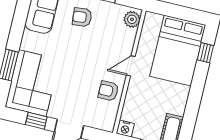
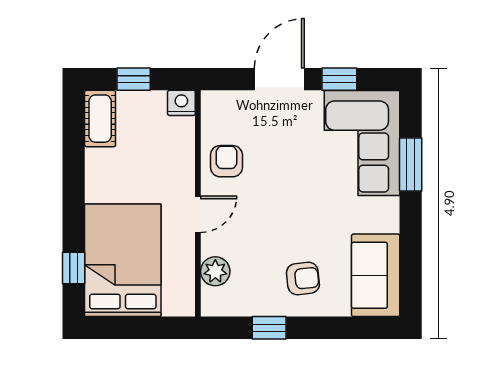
plant: (132, 19) -> (215, 271), moved
armchair: (108, 91) -> (226, 161), turned -90

